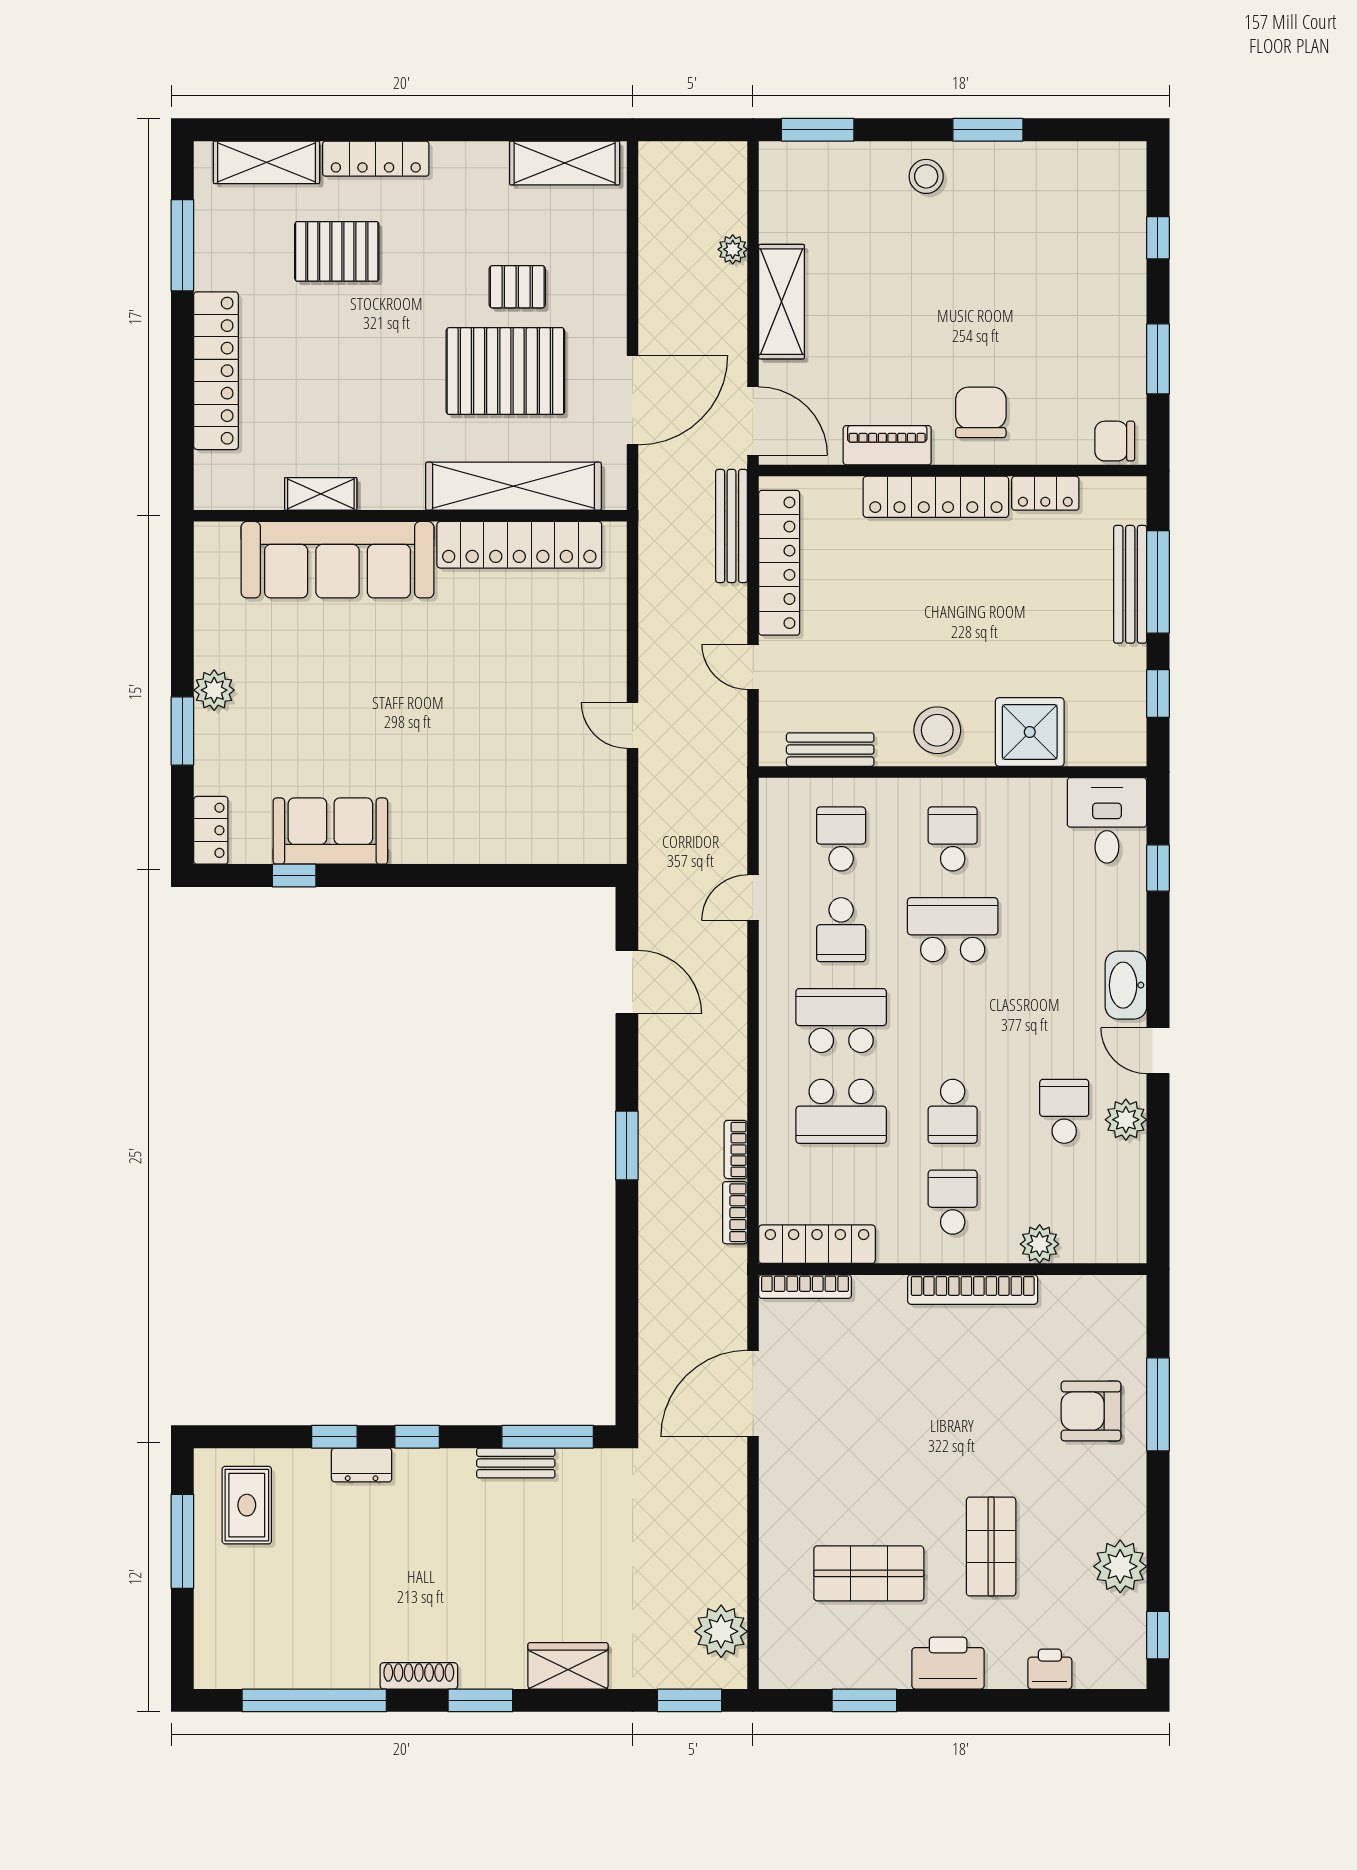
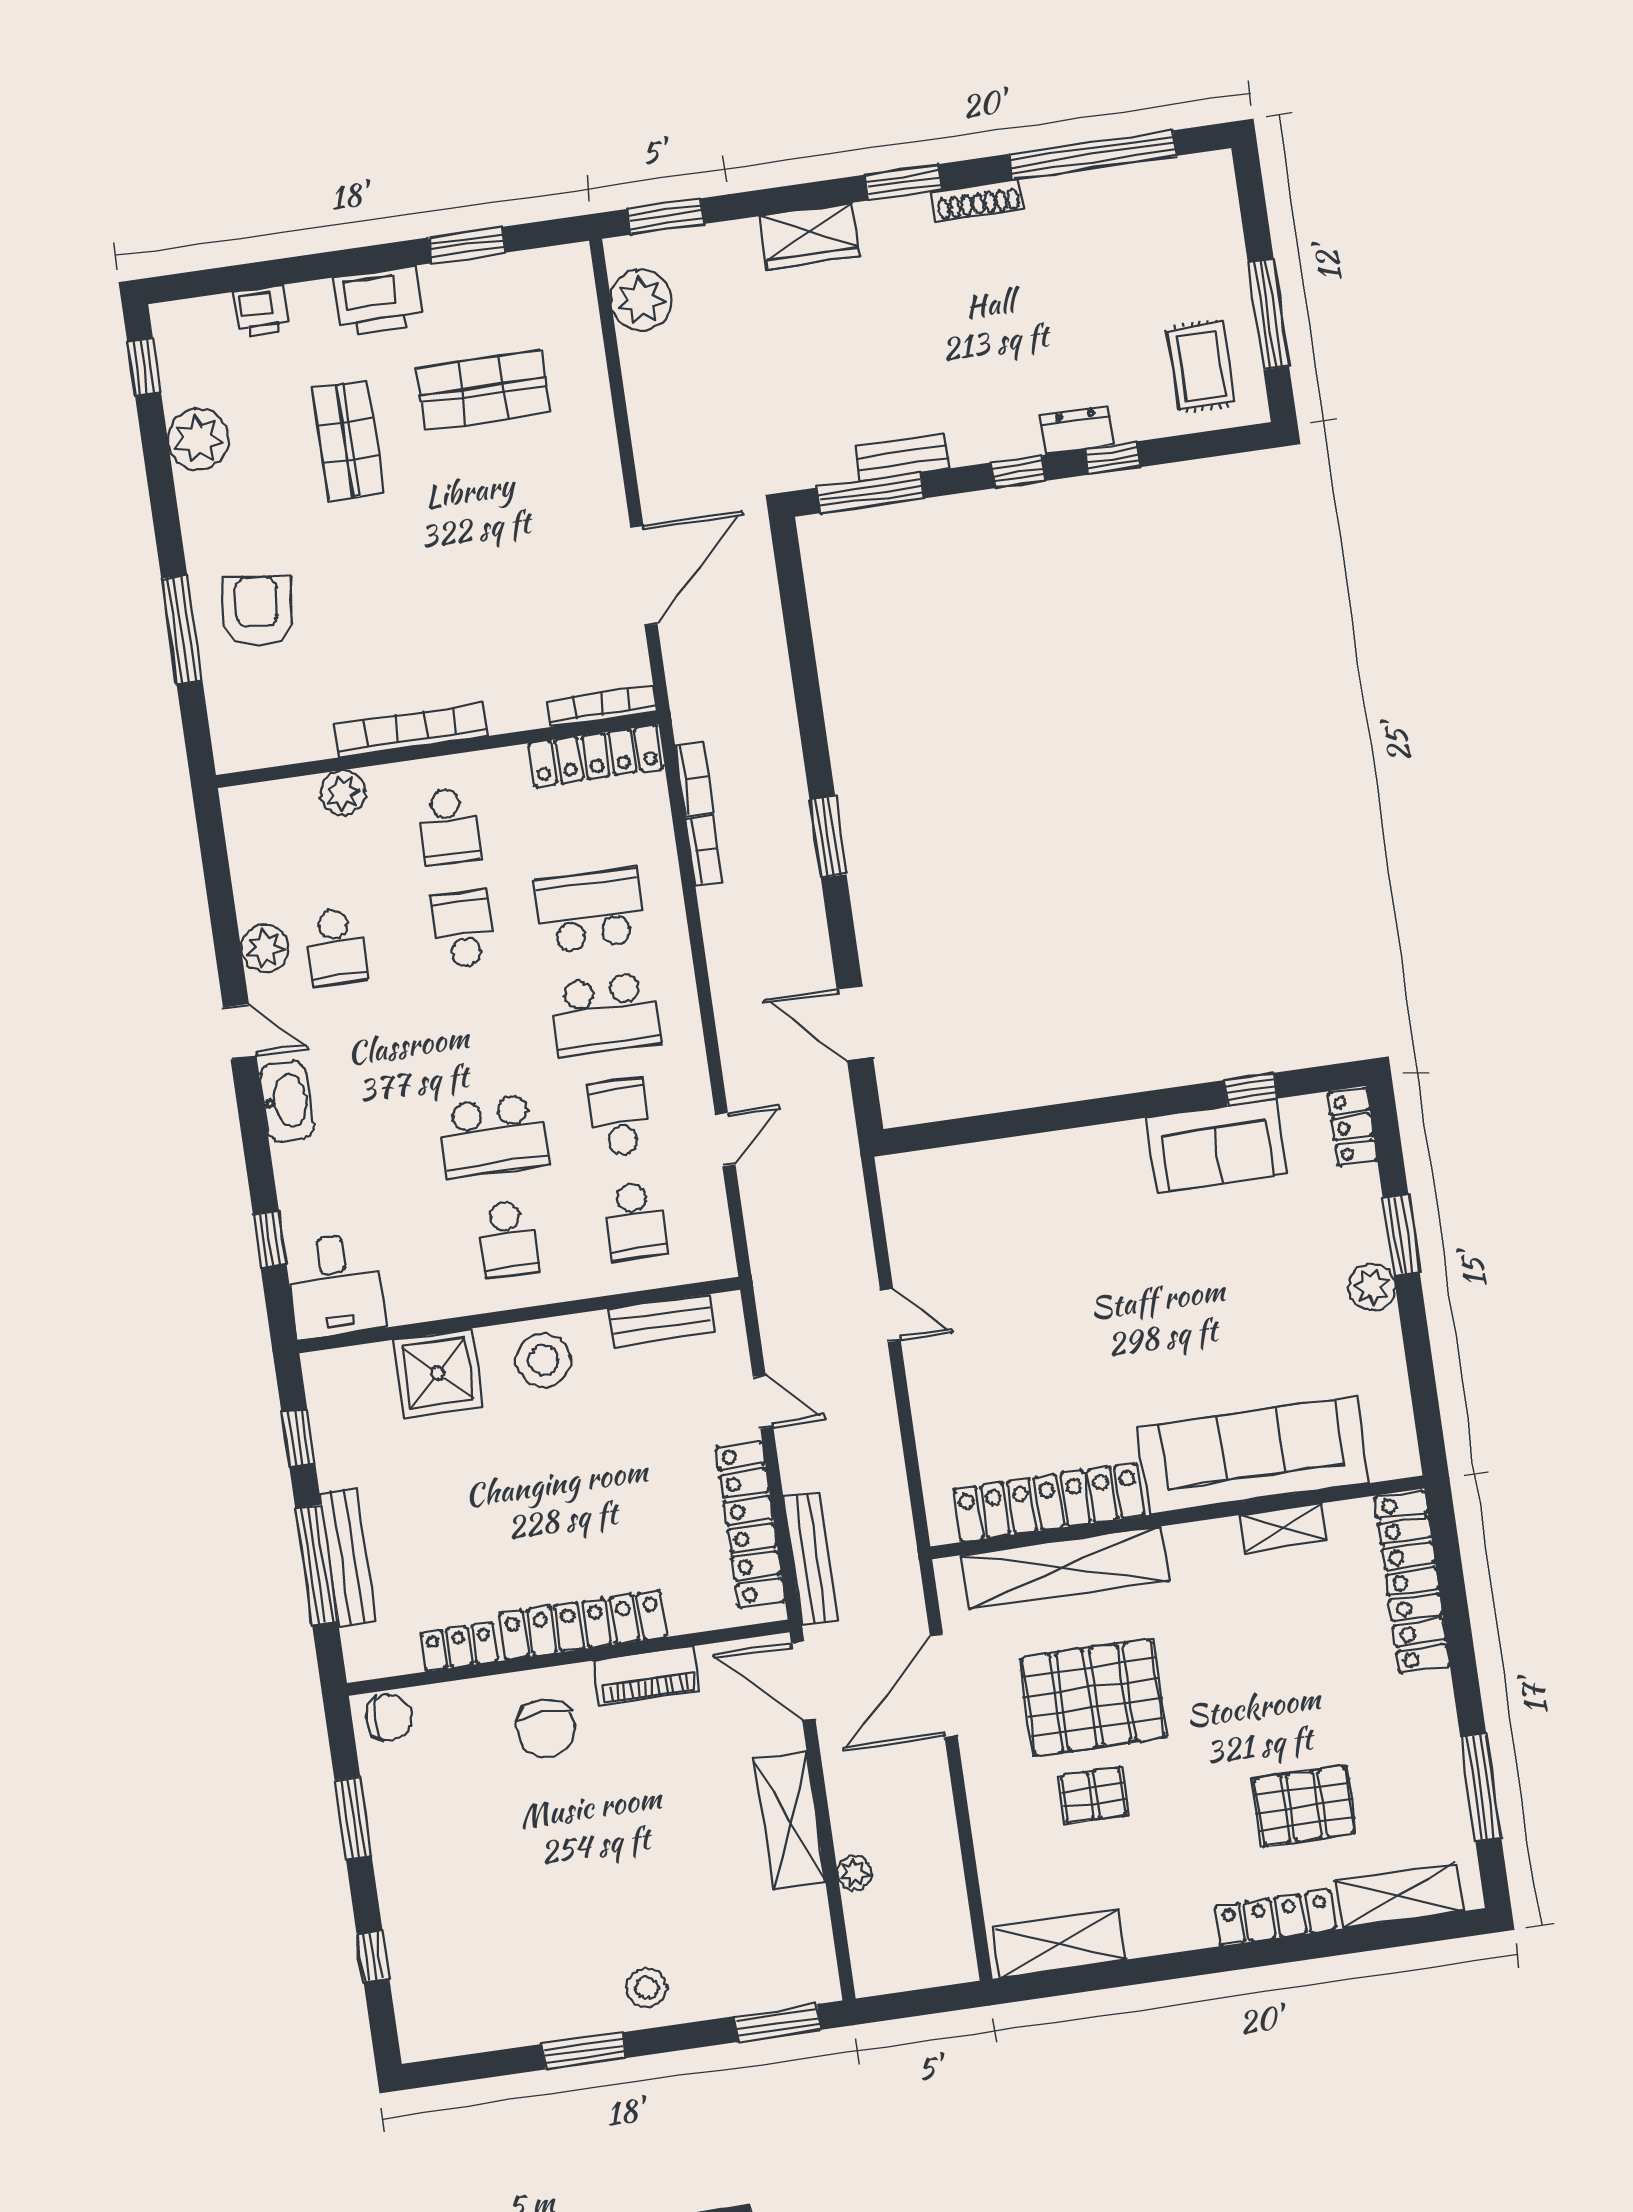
locker: (216, 371) -> (1412, 1582), moved
armchair: (1091, 1411) -> (257, 611), turned -83

